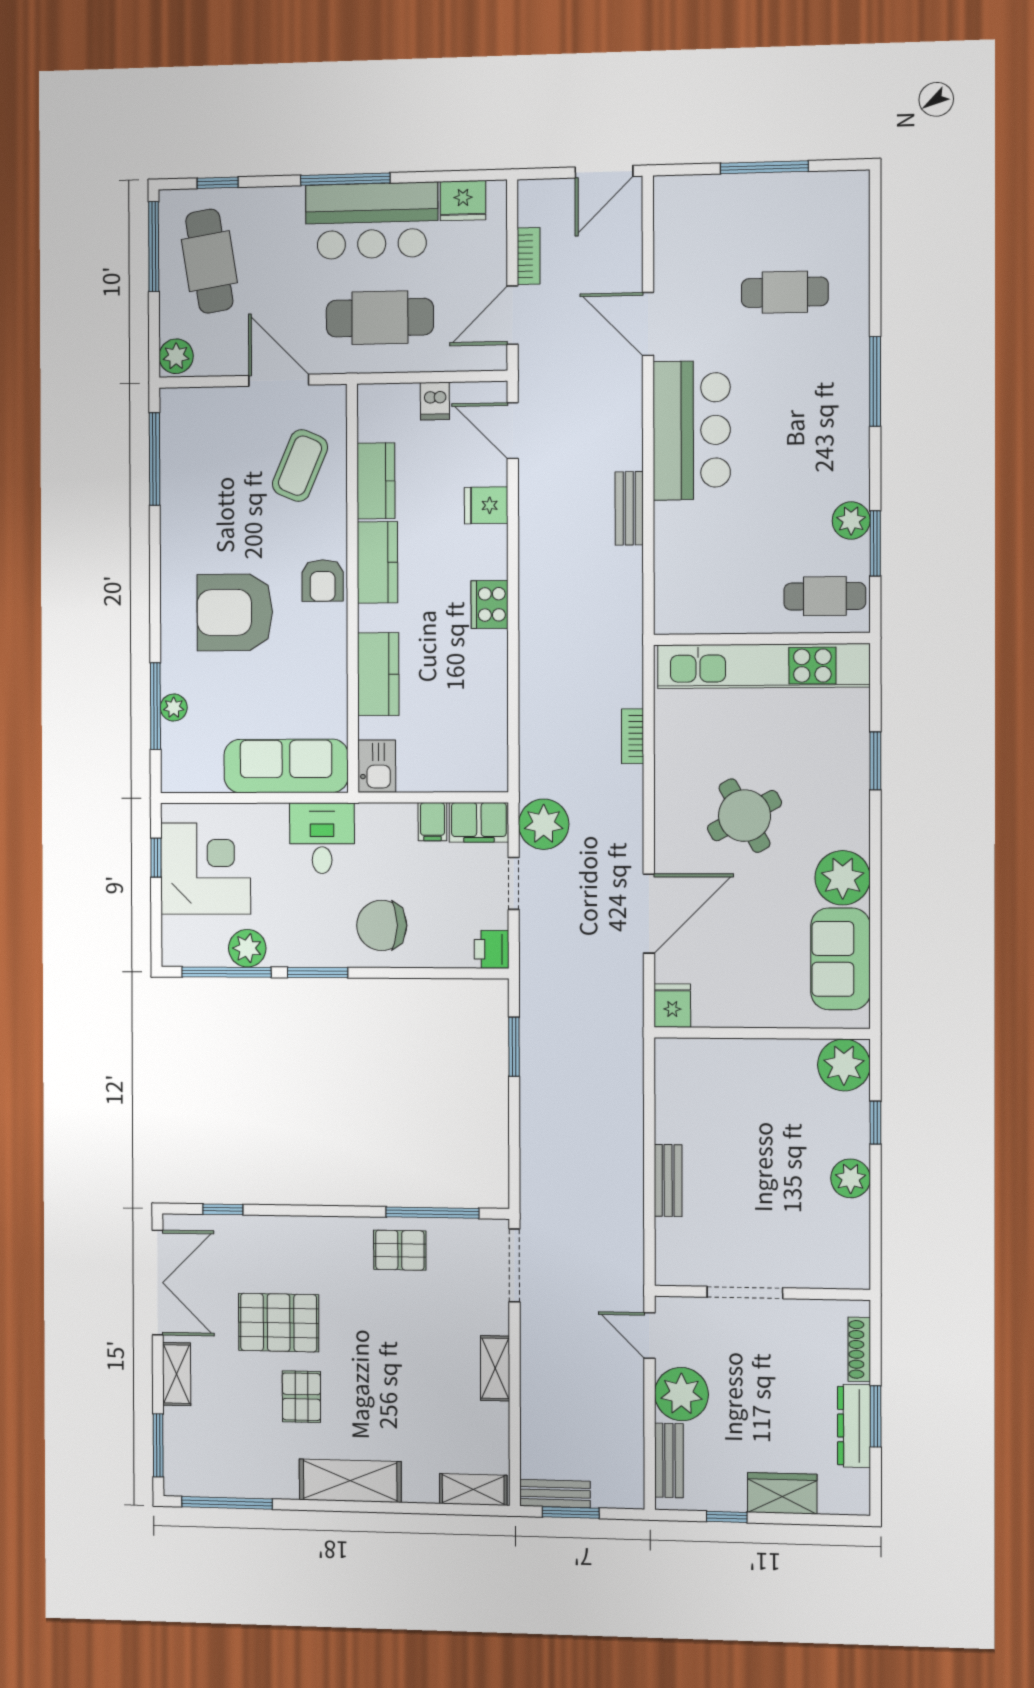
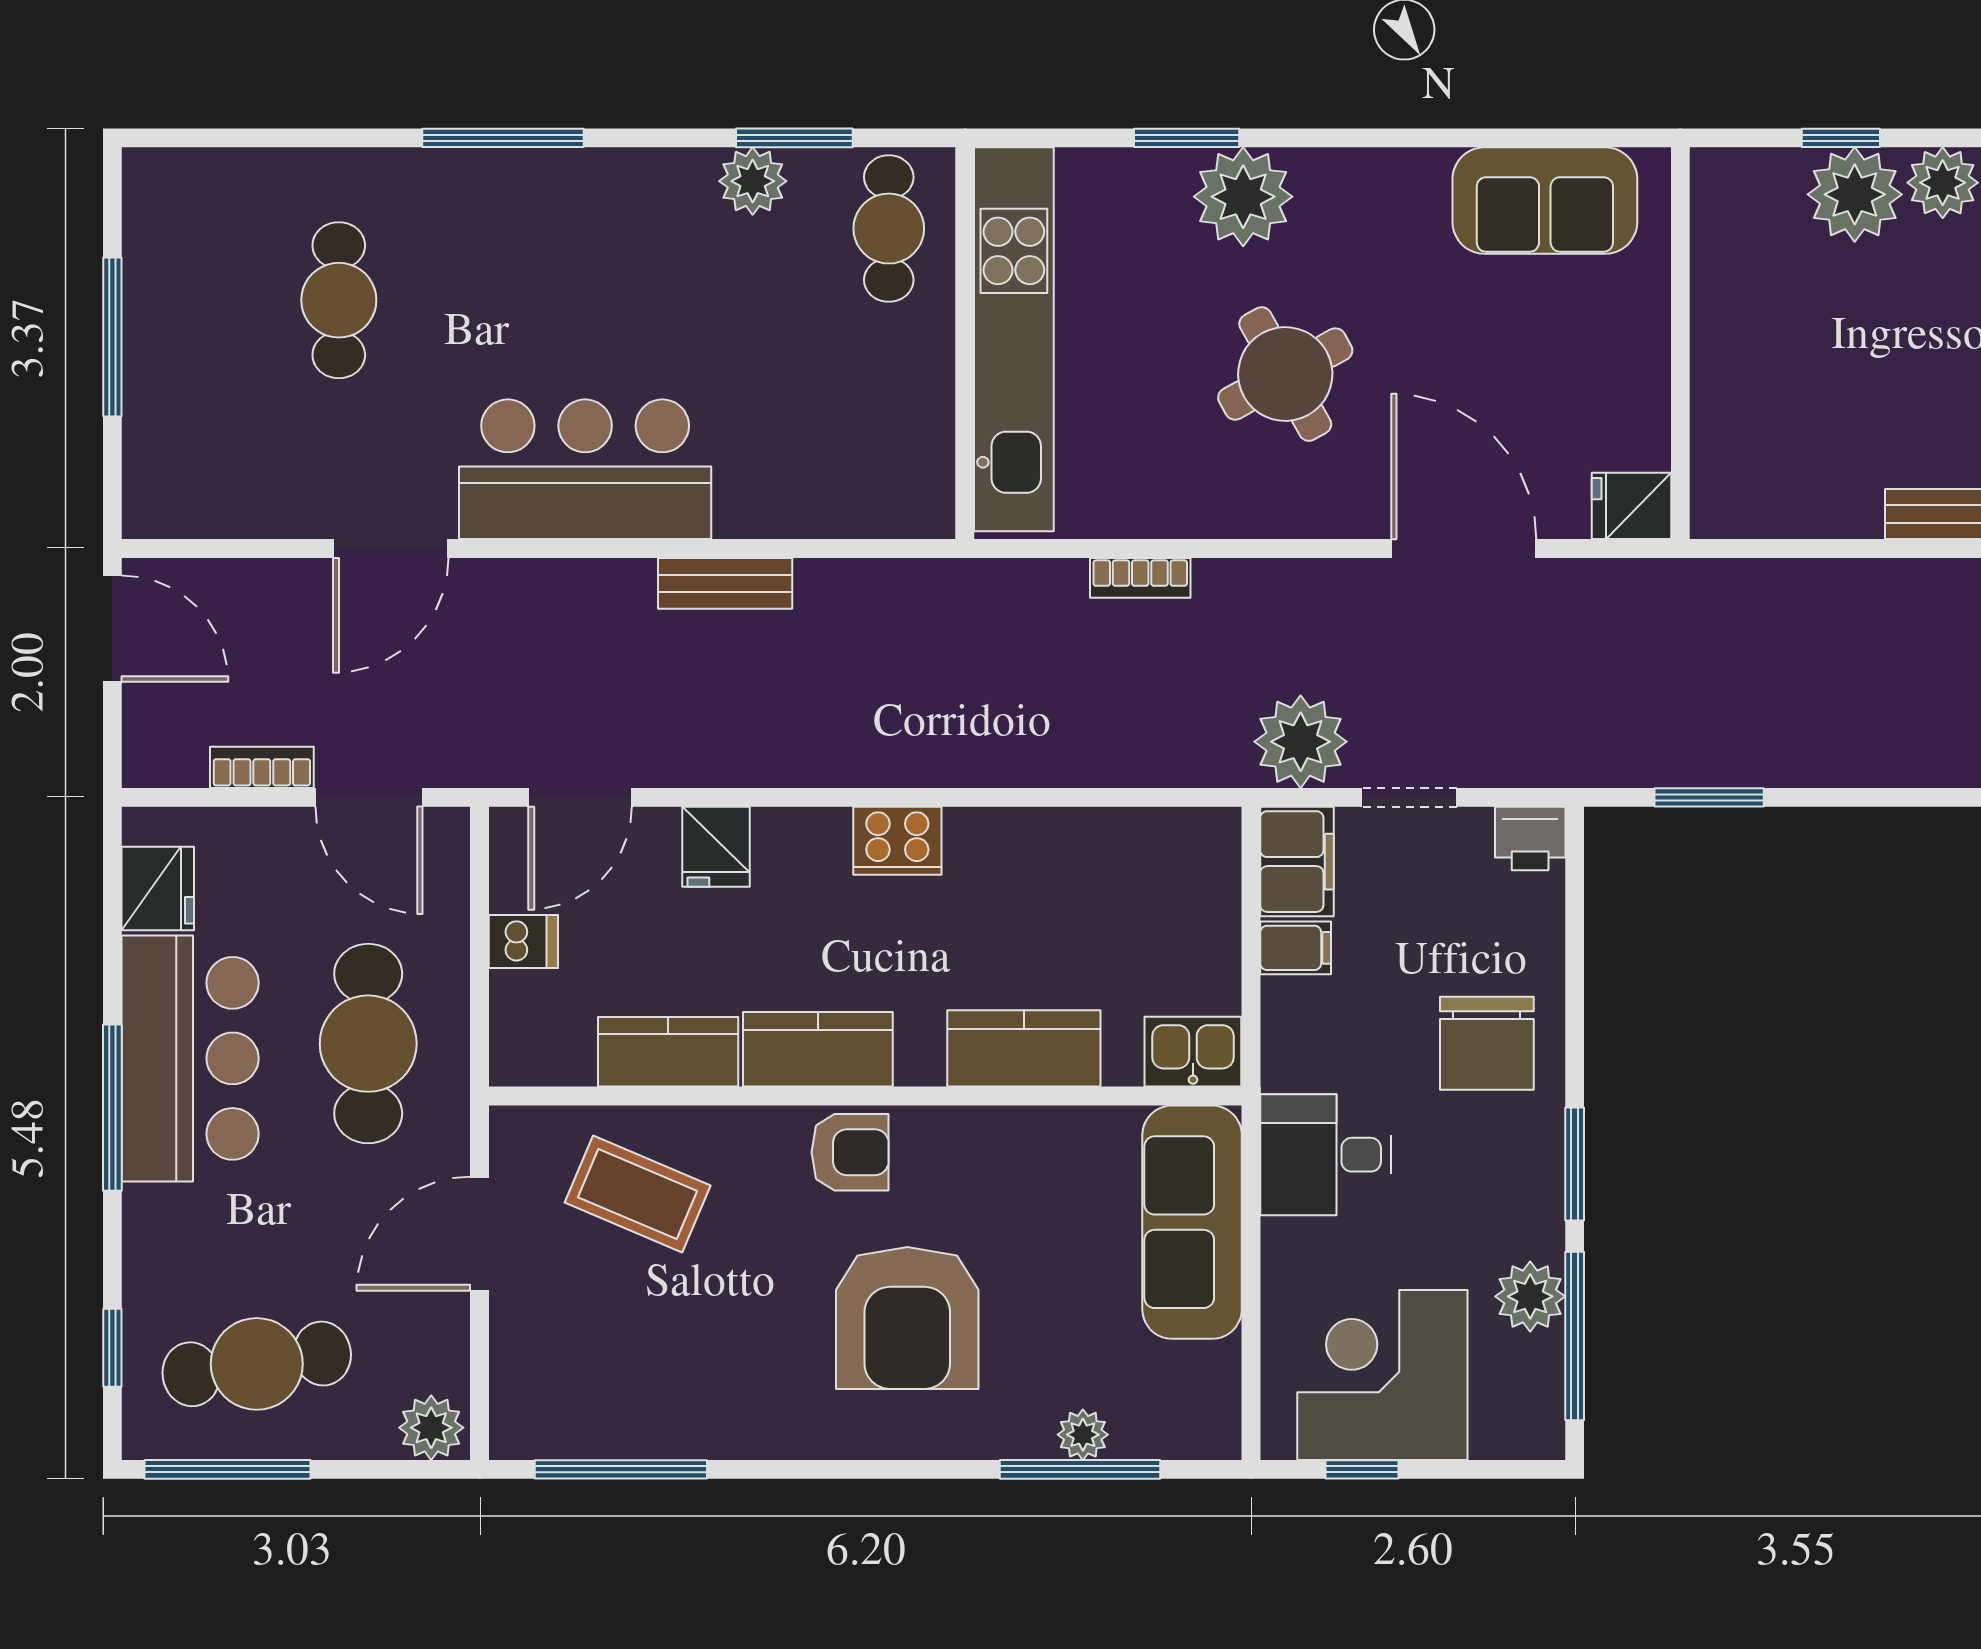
plant: (843, 878) -> (1243, 197), moved
plant: (844, 1065) -> (1855, 194), moved

